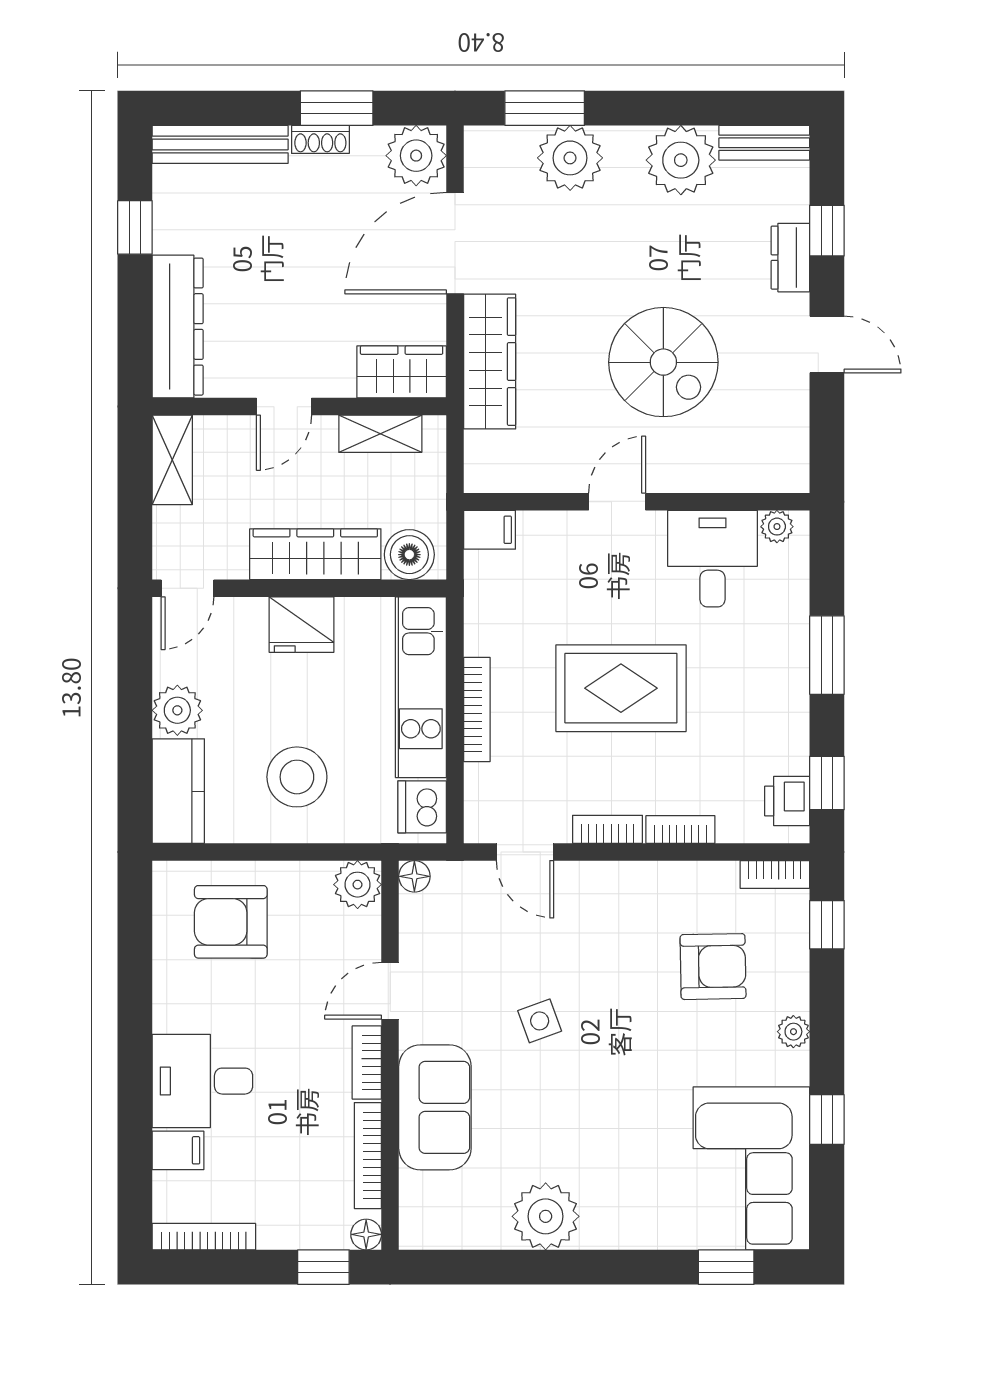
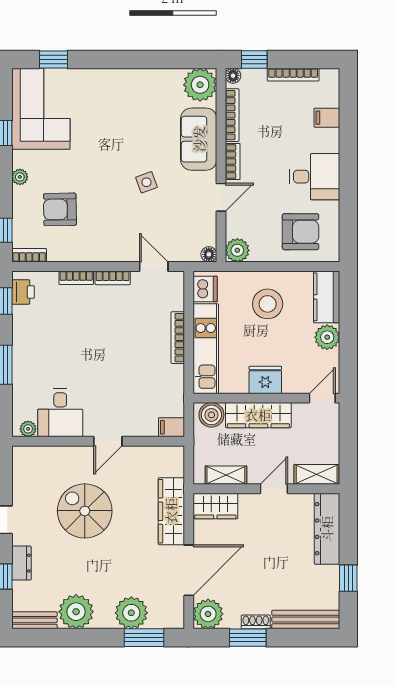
shelving: (172, 460) -> (317, 474), moved, turned 90
rug: (621, 688) -> (106, 348), removed
desk: (202, 1081) -> (315, 177), moved
plant: (546, 1216) -> (200, 85), moved
bookcase: (204, 1237) -> (293, 75), moved

